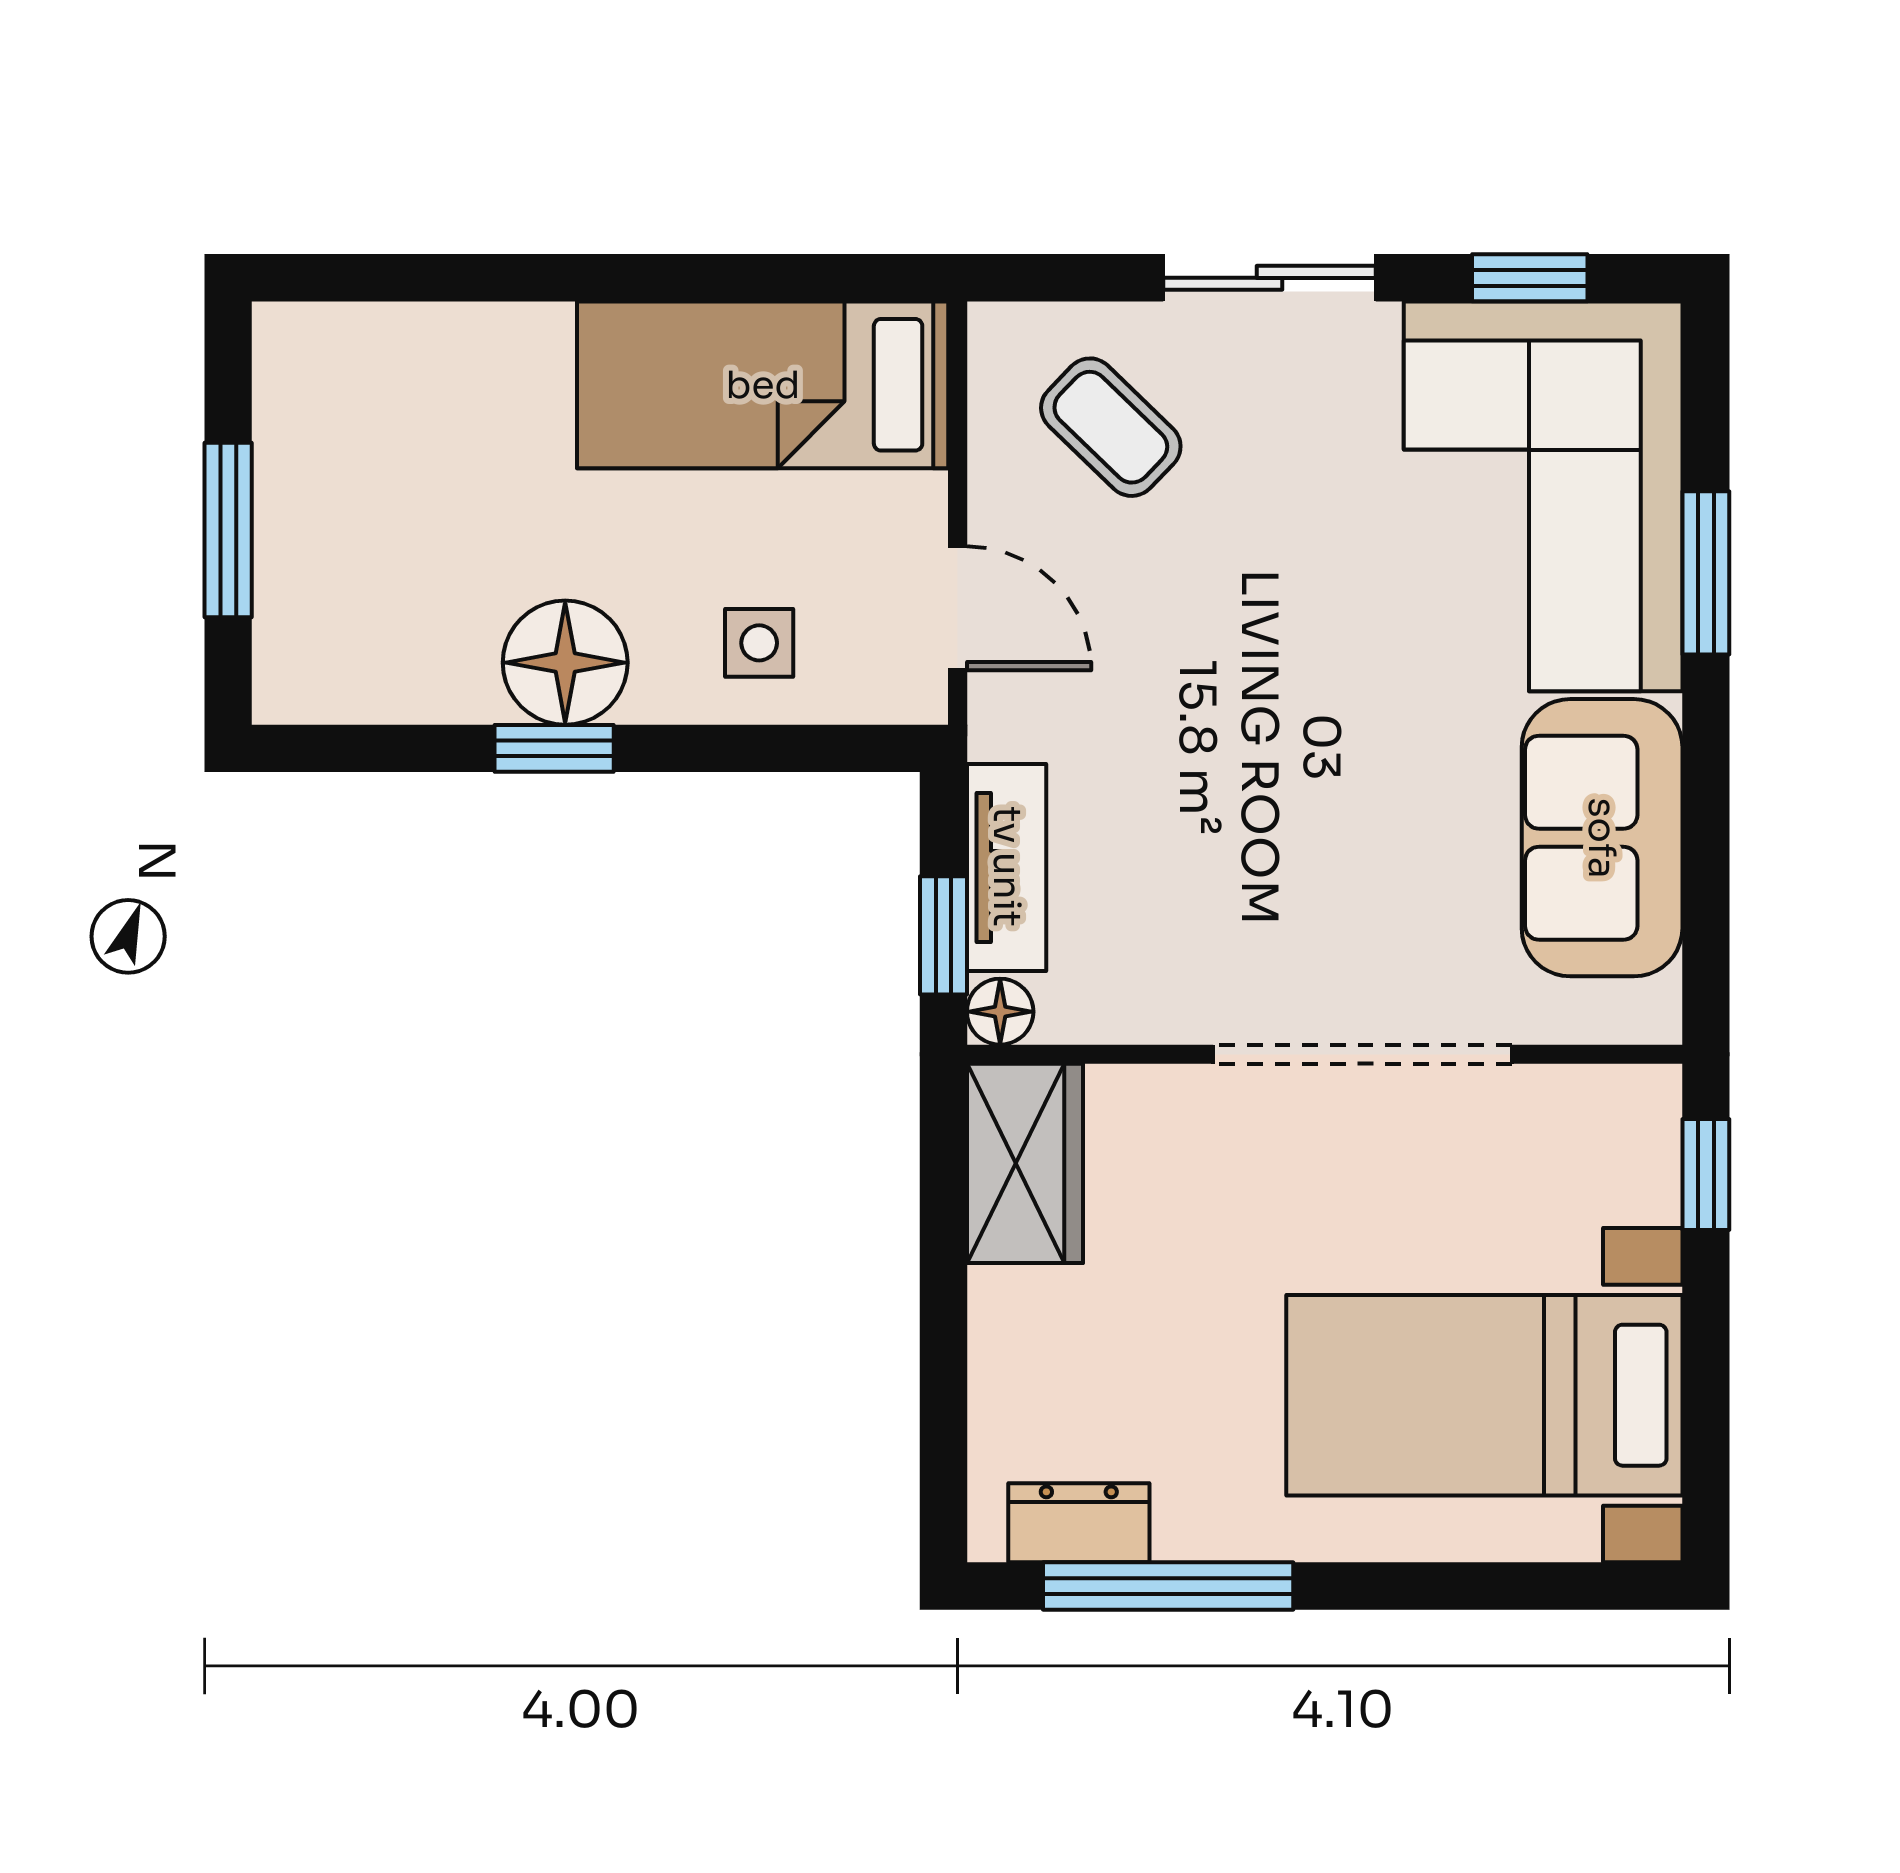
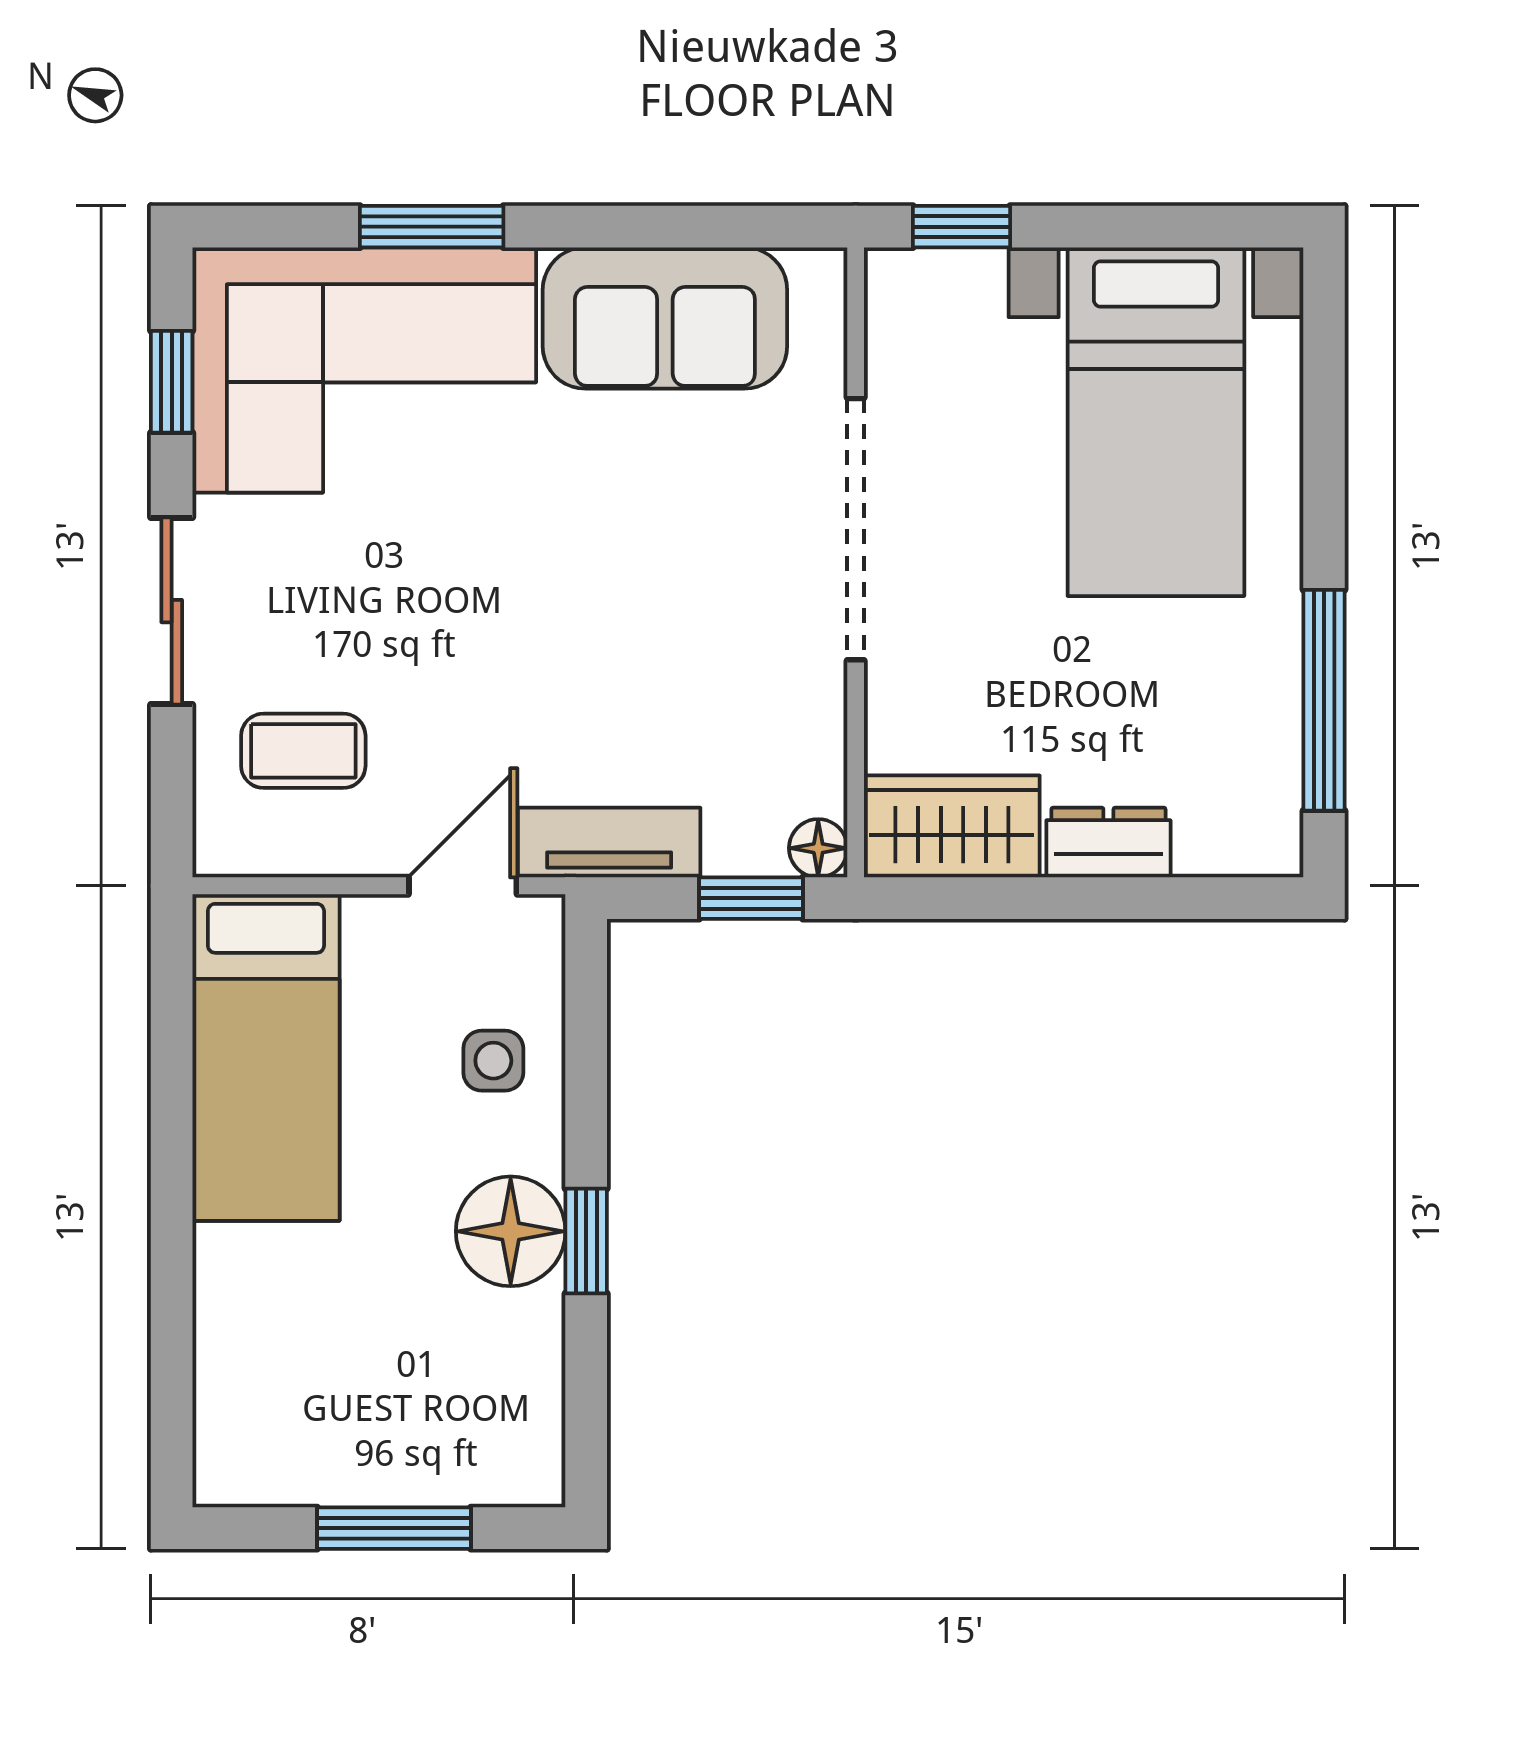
coffee table: (1111, 427) -> (303, 751), turned 46
tv unit: (1007, 867) -> (609, 843), moved
dresser: (1079, 1523) -> (1108, 842), moved, turned 90

